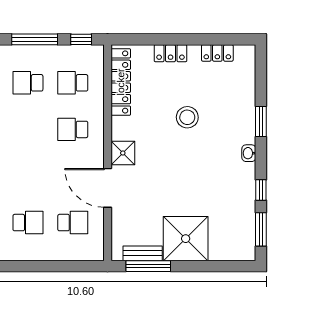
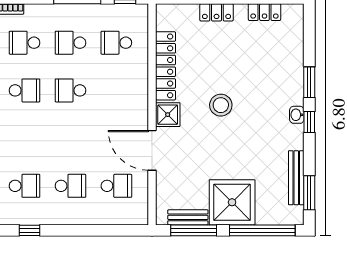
locker: (121, 82) -> (166, 66), moved
stool: (187, 117) -> (221, 105), moved
school desk: (73, 129) -> (70, 90), moved
window: (261, 190) -> (309, 122), moved
bench: (248, 215) -> (296, 178), added
window: (215, 266) -> (262, 230), added

